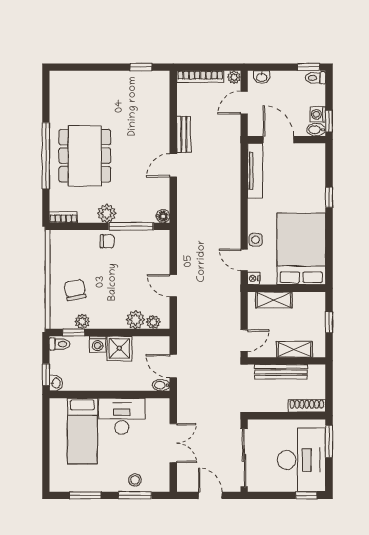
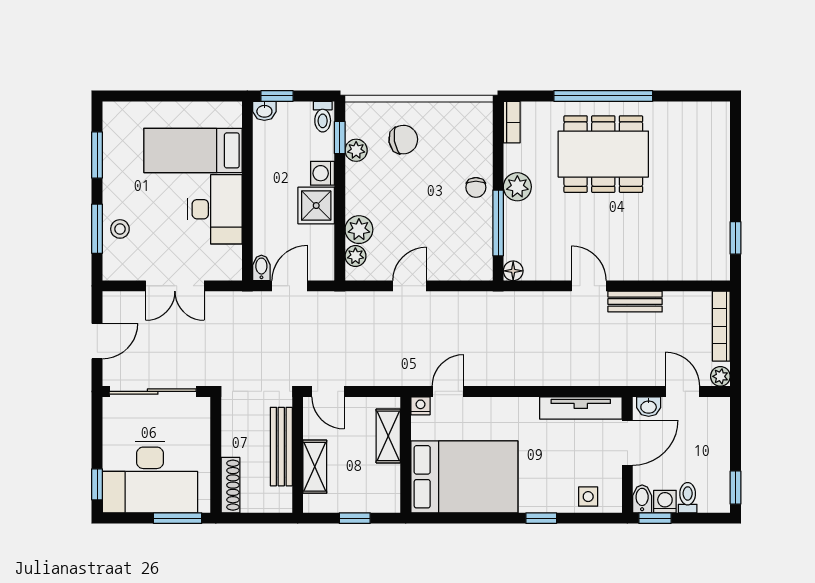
washbasin: (262, 77) -> (649, 407), moved, turned -90
toilet: (315, 78) -> (688, 498), moved
side table: (256, 240) -> (588, 497), moved

